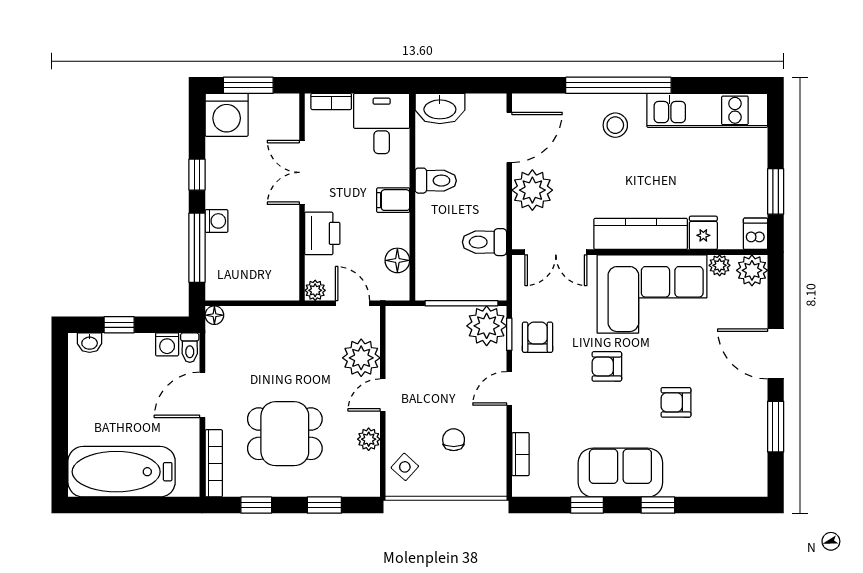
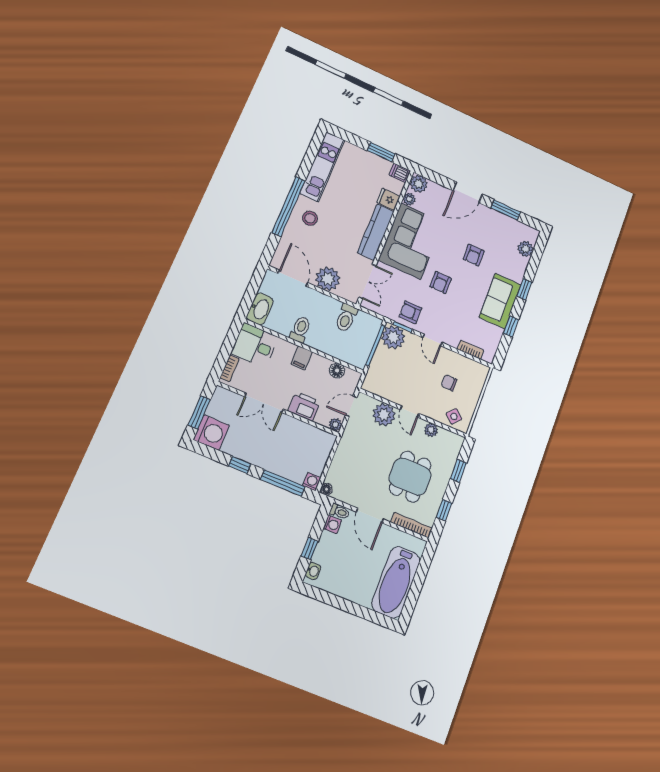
washing machine: (216, 221) -> (312, 482), moved
plant: (726, 483) -> (526, 249), added

